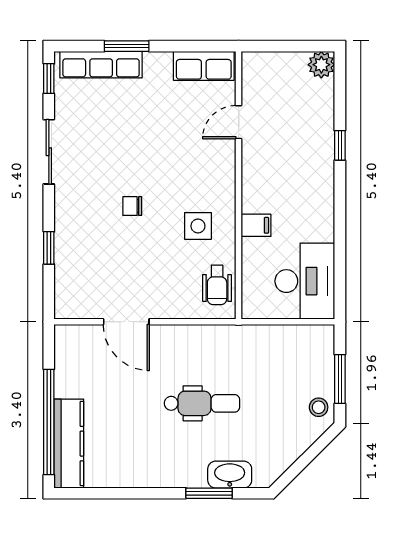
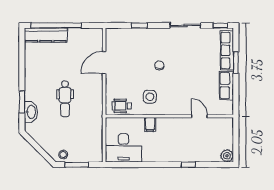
row of seats: (204, 66) -> (226, 86), moved

